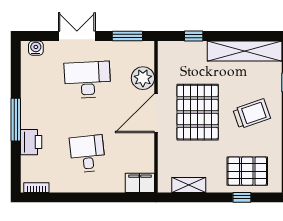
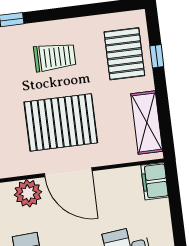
trolley: (252, 114) -> (55, 57), turned 109
shelving: (189, 185) -> (147, 123), width x1.50, depth x1.33

